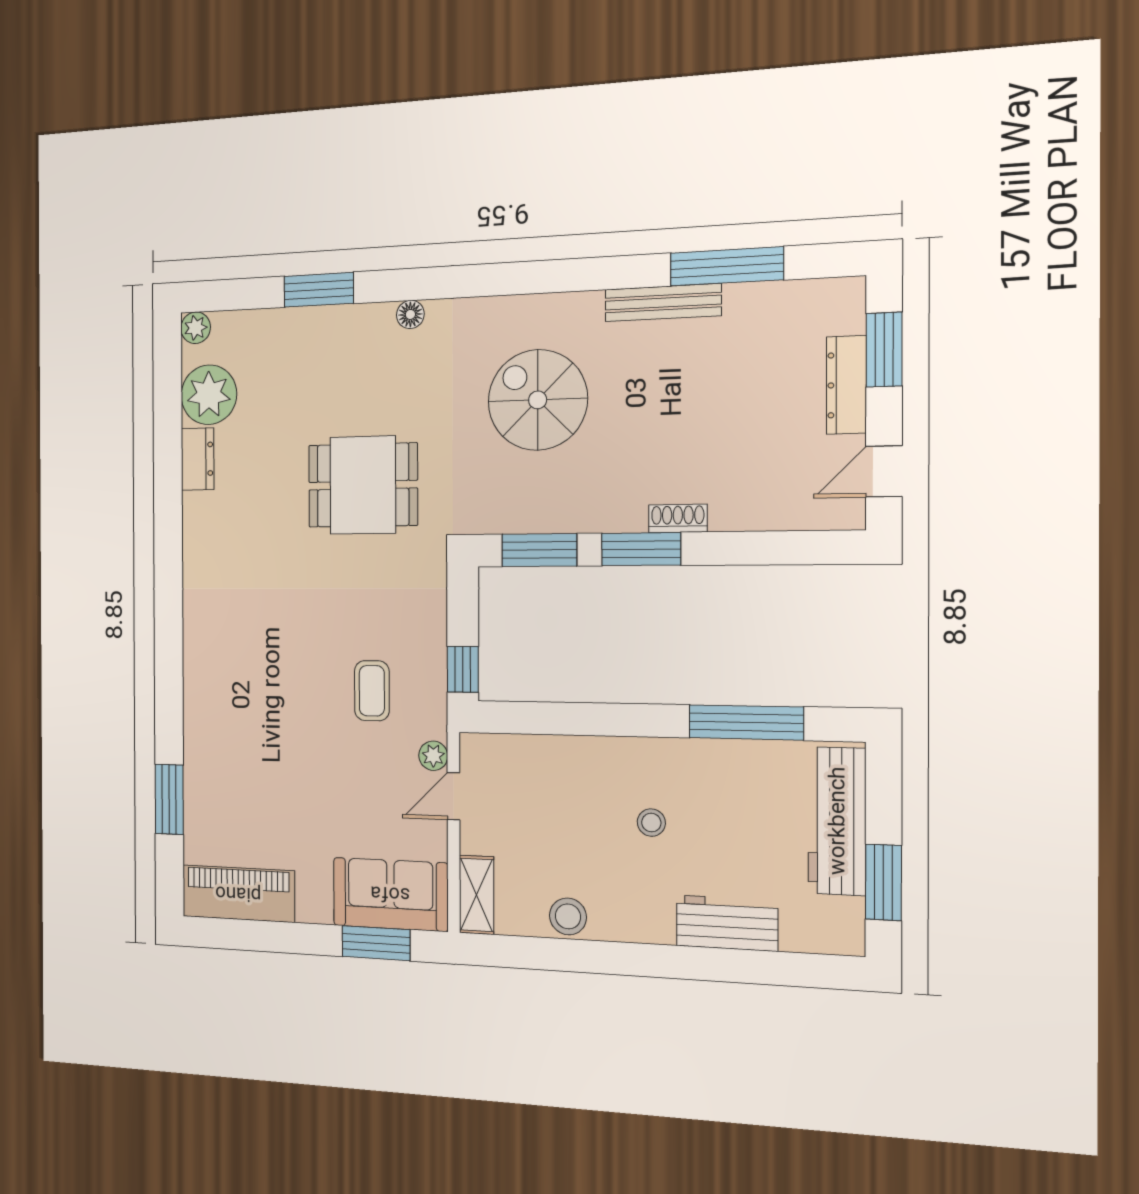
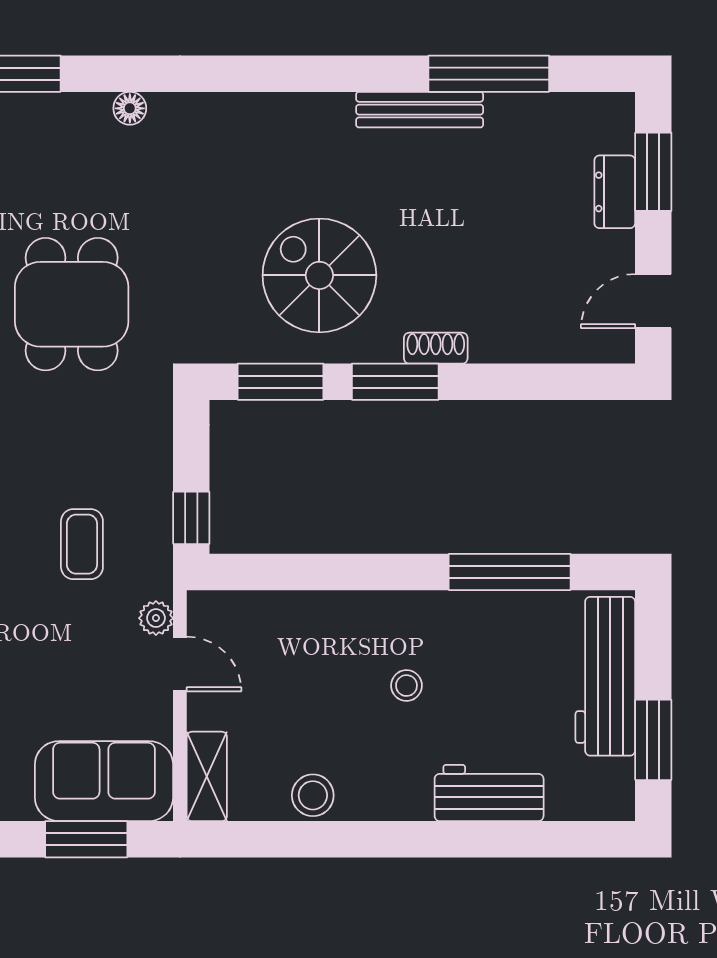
dresser: (846, 385) -> (615, 192), width x0.70
spiral stairs: (538, 400) -> (319, 275), moved
dining table: (363, 485) -> (72, 304), turned 90
door: (453, 796) -> (180, 664), swing flipped

